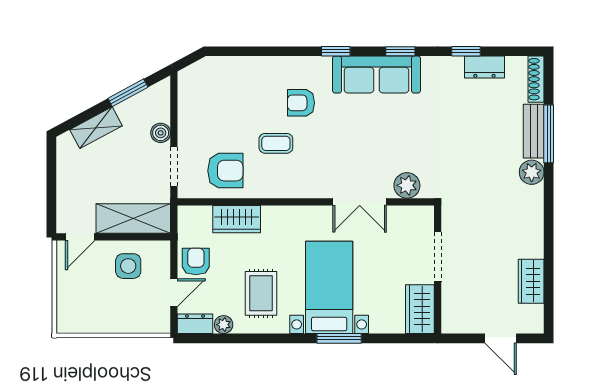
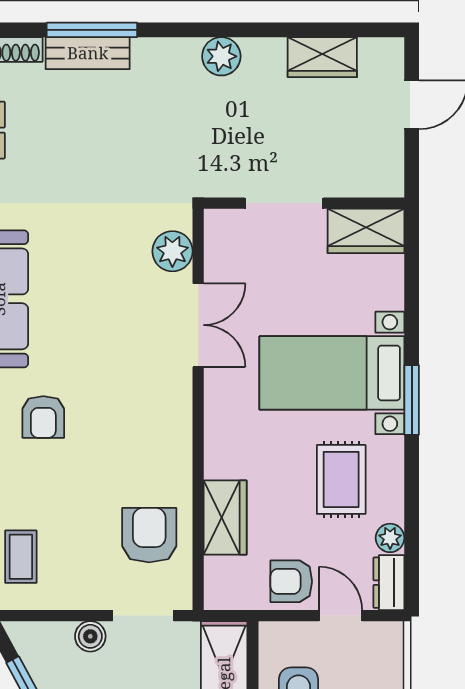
coffee table: (276, 143) -> (21, 557), moved
plant: (532, 172) -> (221, 56), moved
rug: (261, 293) -> (341, 479), turned 90
window: (339, 338) -> (412, 400), moved

